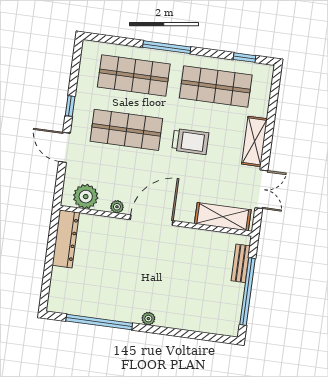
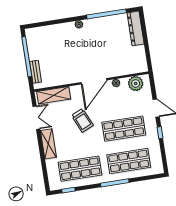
trolley: (190, 141) -> (82, 120), moved, turned -114
double door: (261, 189) -> (36, 118), swing flipped
dresser: (66, 239) -> (136, 28), moved

